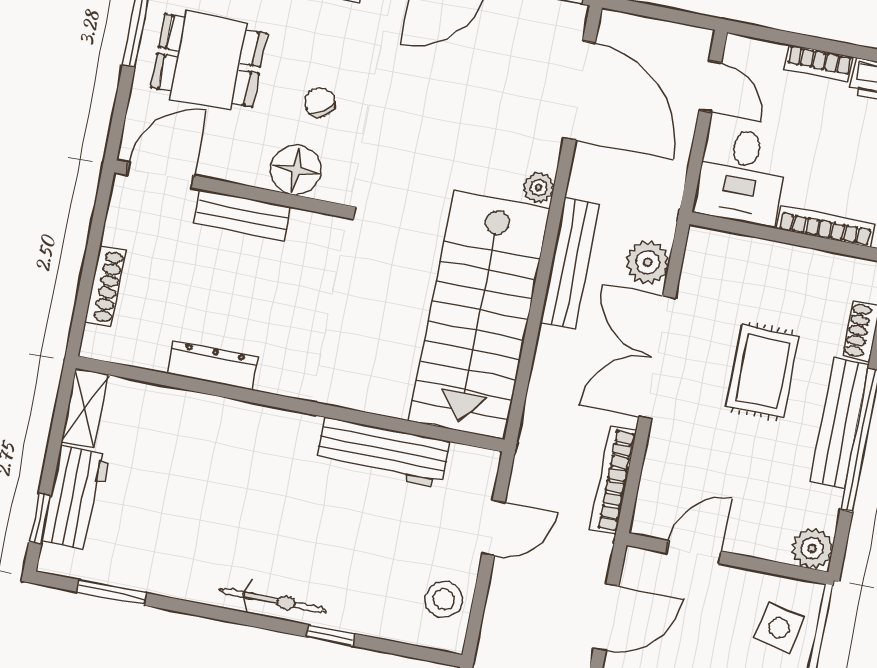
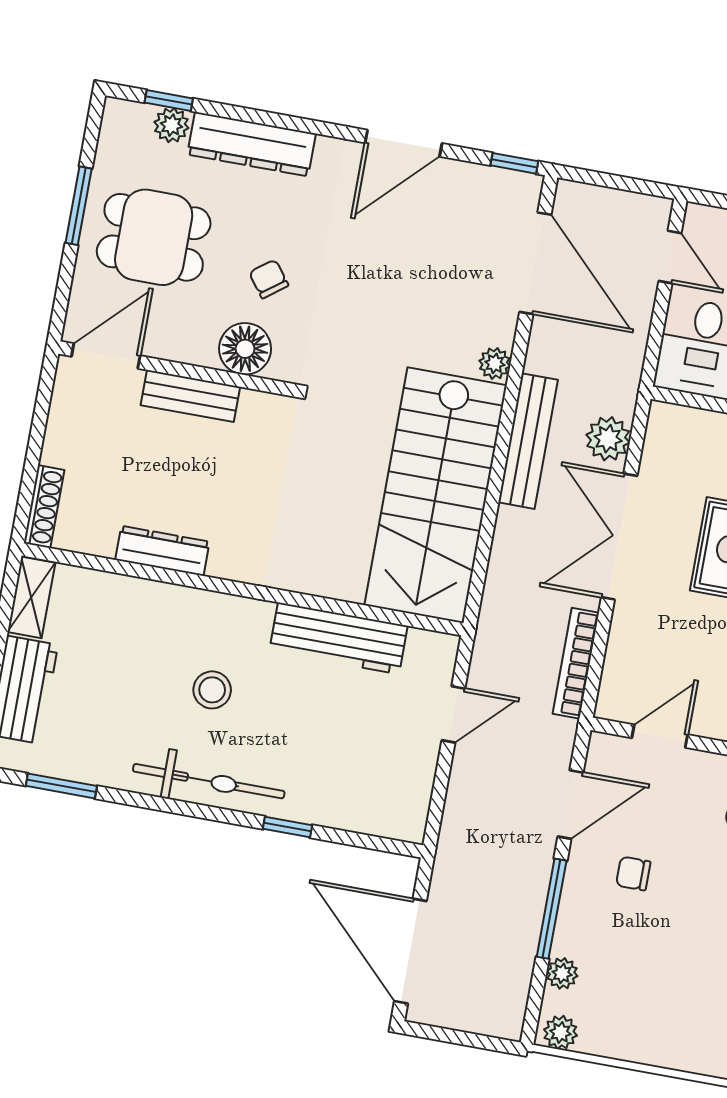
shoe rack: (105, 286) -> (44, 507), moved
stool: (444, 599) -> (212, 690), moved
bicycle: (273, 600) -> (209, 781), width x1.37, depth x1.40

